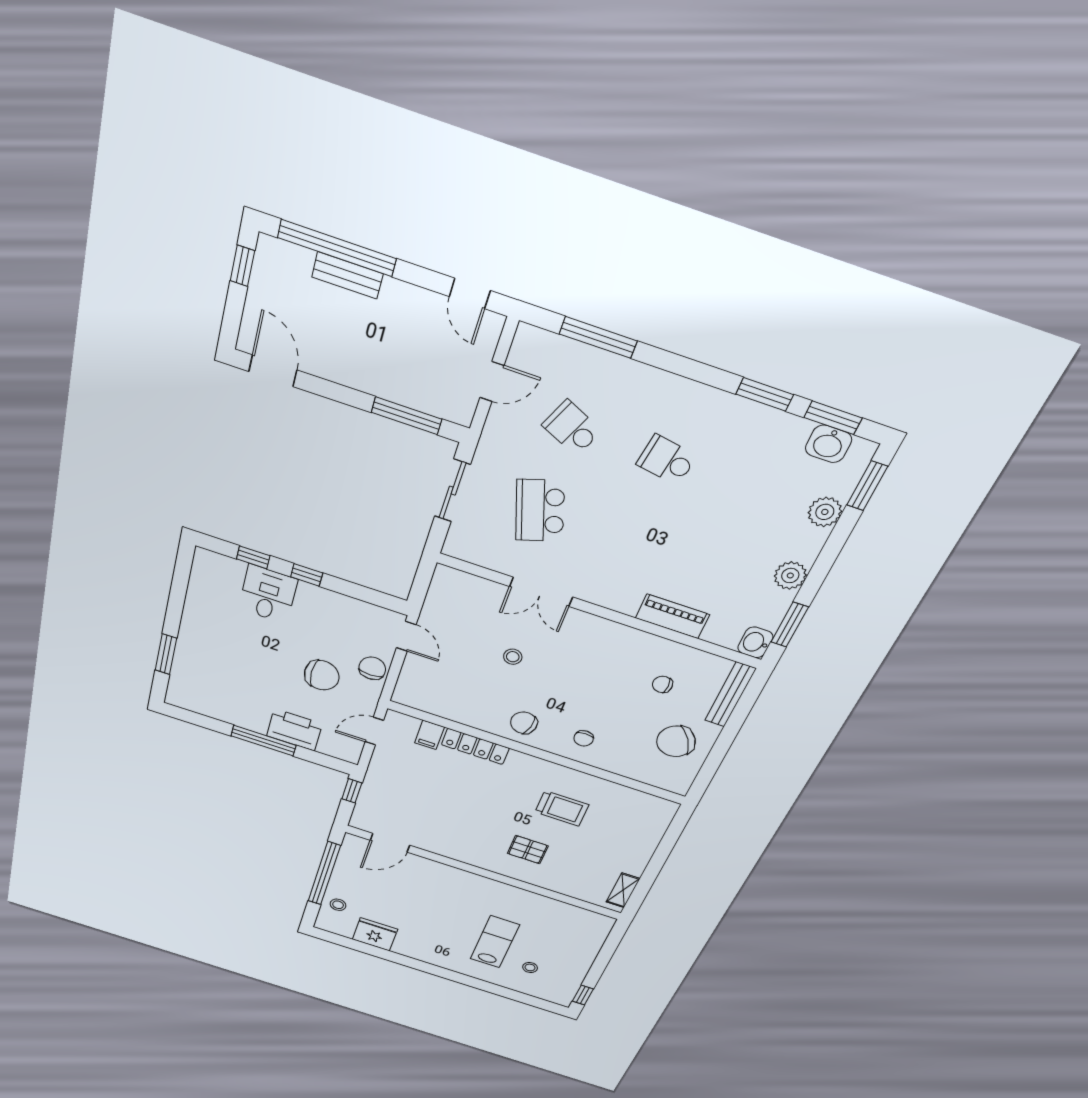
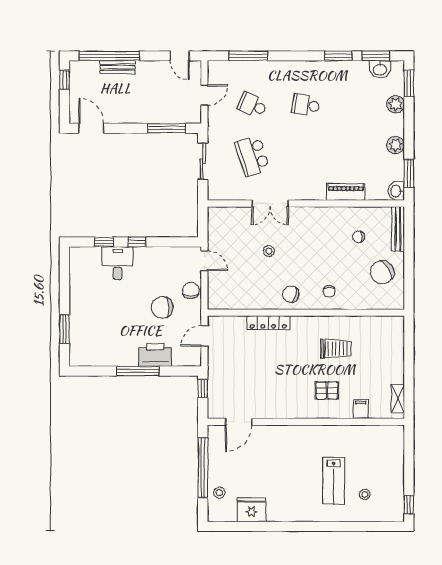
chair: (322, 675) -> (162, 307), turned 180
filing cabinet: (430, 735) -> (361, 409), moved, turned 180
lab bench: (495, 942) -> (334, 481), turned 180

